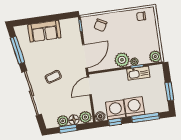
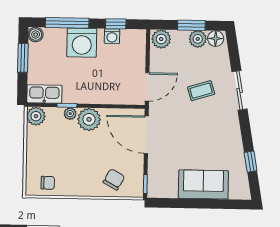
window: (17, 50) -> (251, 162), width x0.46
door: (85, 56) -> (146, 135), hinge flipped
kitchen sink: (138, 73) -> (44, 94), moved
coffee table: (53, 77) -> (201, 91), moved
sliding door: (32, 93) -> (240, 90), width x0.54
washing machine: (116, 110) -> (112, 36), width x0.53, depth x0.53
boiler: (100, 116) -> (36, 35), moved
floor lamp: (74, 120) -> (216, 39), moved

